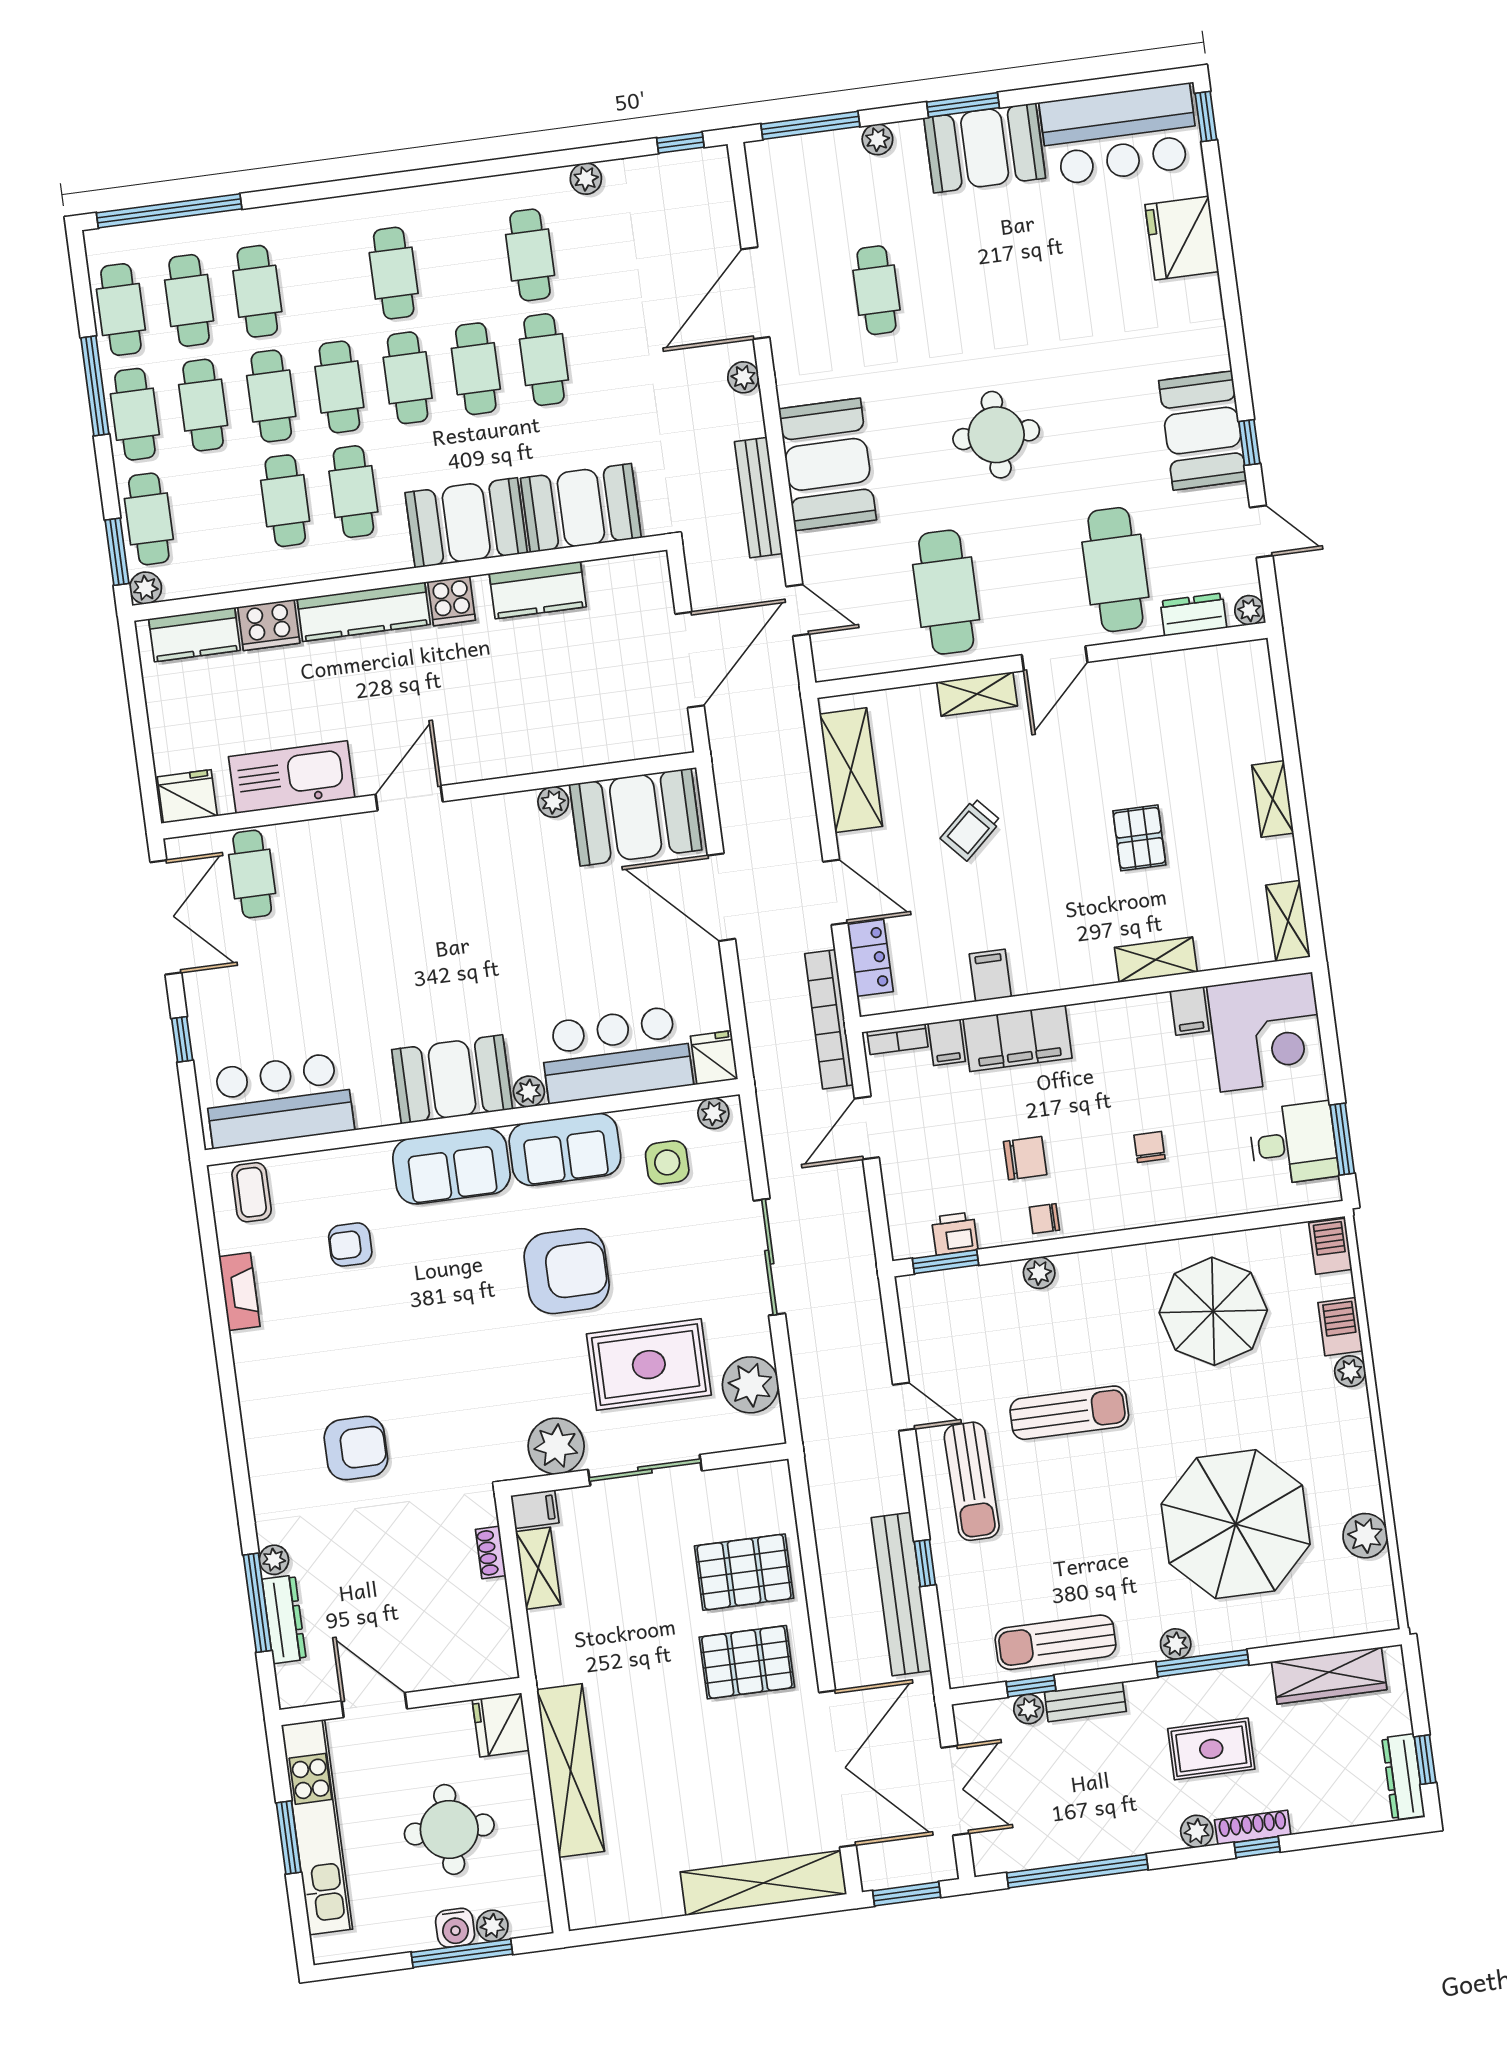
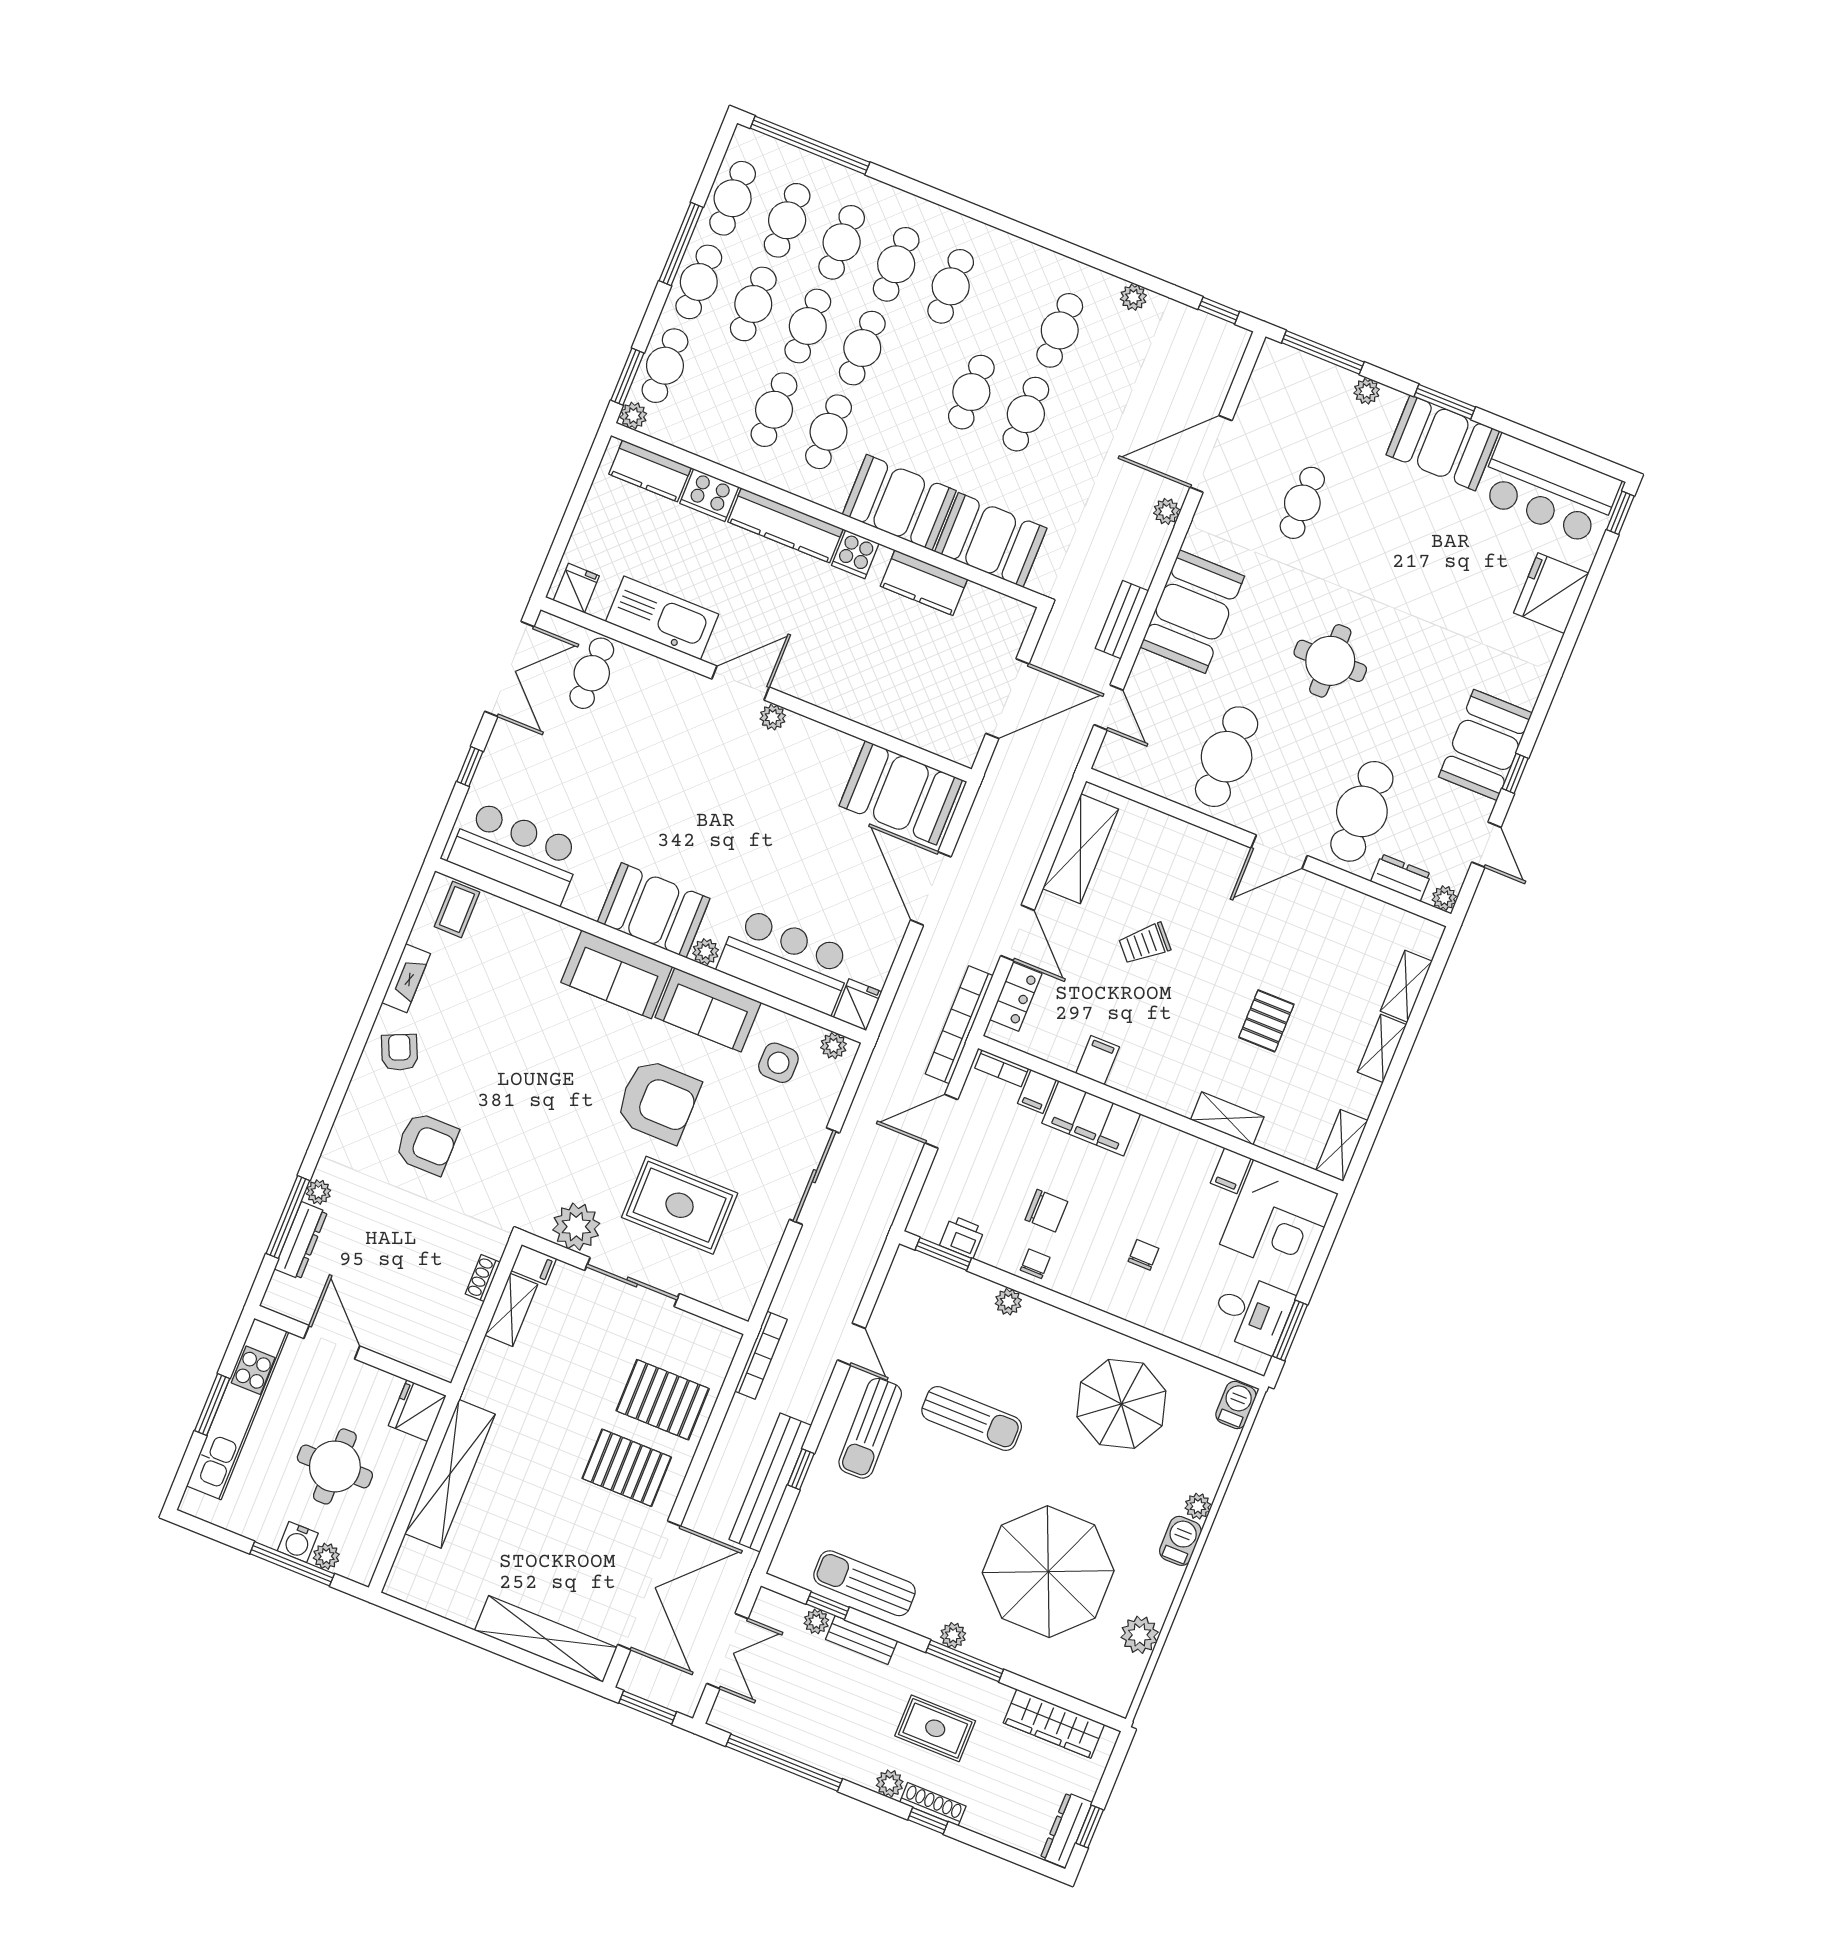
cafe table: (408, 378) -> (896, 264), moved
bench: (758, 498) -> (1122, 620), width x0.73
shelving: (977, 694) -> (1406, 986), moved, turned 90
fridge: (187, 796) -> (576, 588), width x0.72
plant: (553, 802) -> (773, 717), moved
chair: (1044, 1219) -> (1035, 1264), turned 90
armchair: (350, 1245) -> (400, 1052), moved, turned 66
barbecue: (1340, 1327) -> (1180, 1541), moved
plant: (750, 1385) -> (746, 1263), removed
bookcase: (818, 1470) -> (761, 1355), added

